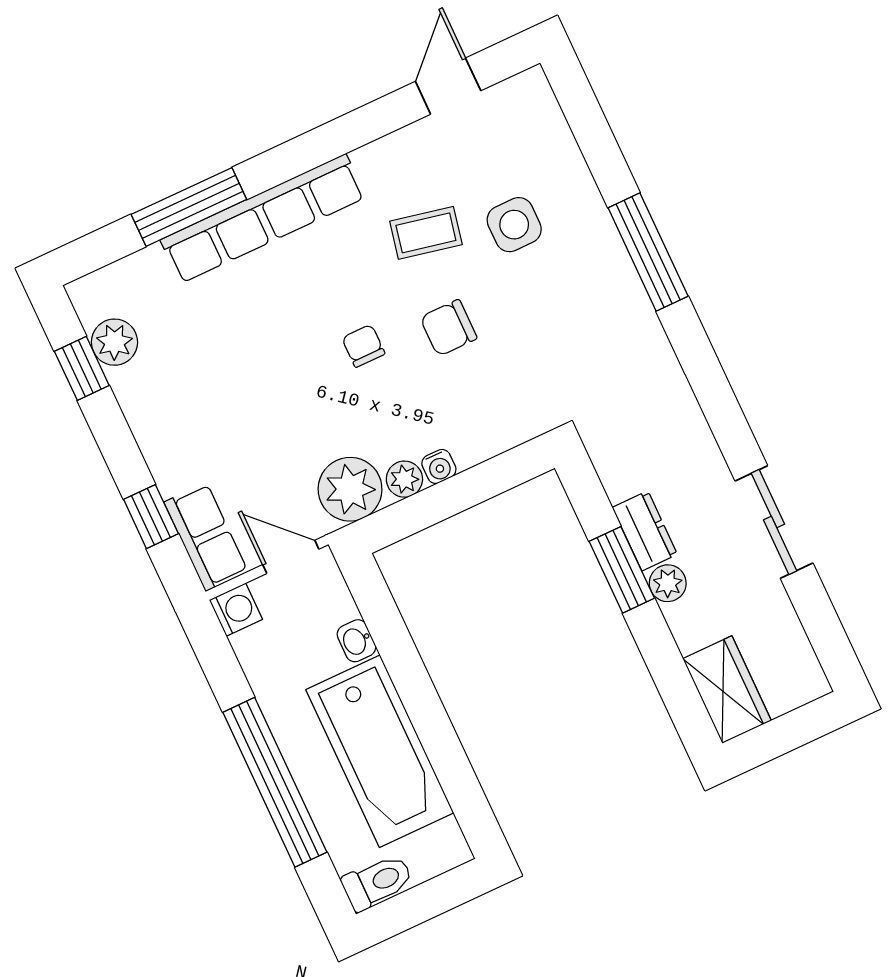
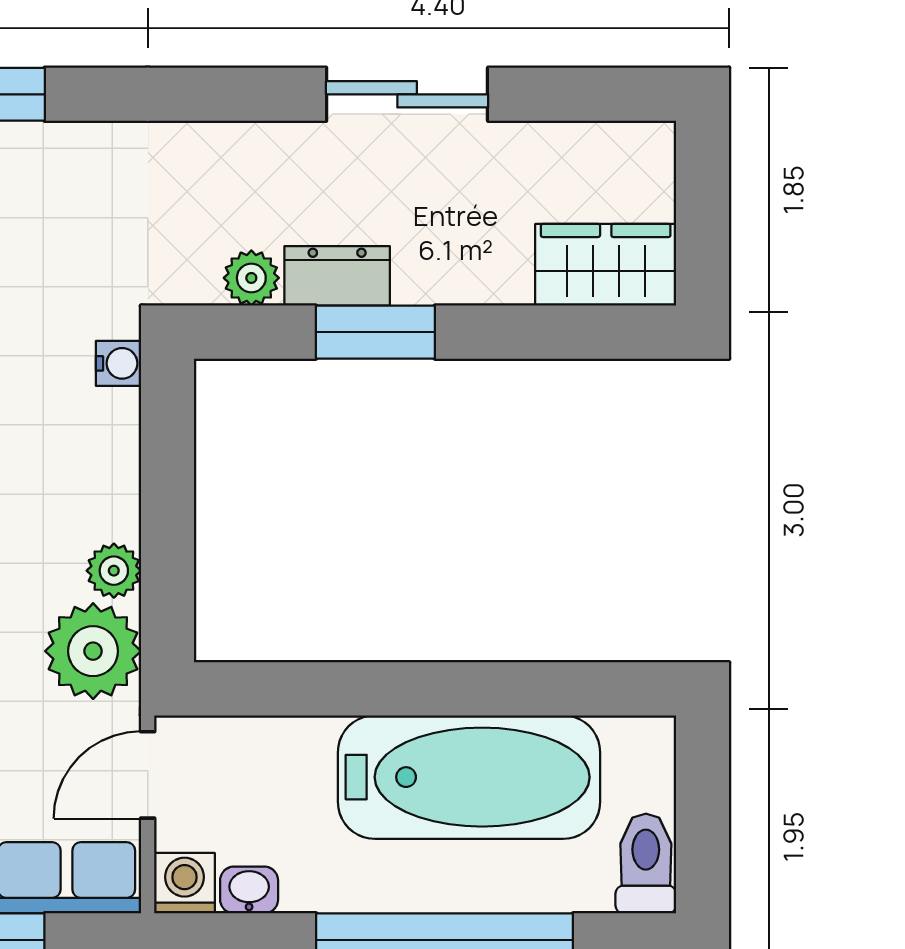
water cooler: (439, 466) -> (118, 363), moved
plant: (668, 583) -> (251, 278), moved
washbasin: (356, 641) -> (249, 890), moved, turned 180

